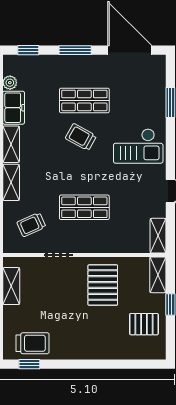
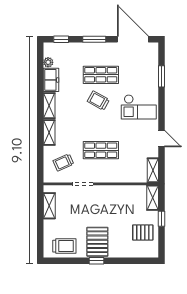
pallet: (103, 285) -> (97, 242), moved
window: (29, 364) -> (96, 261), moved

